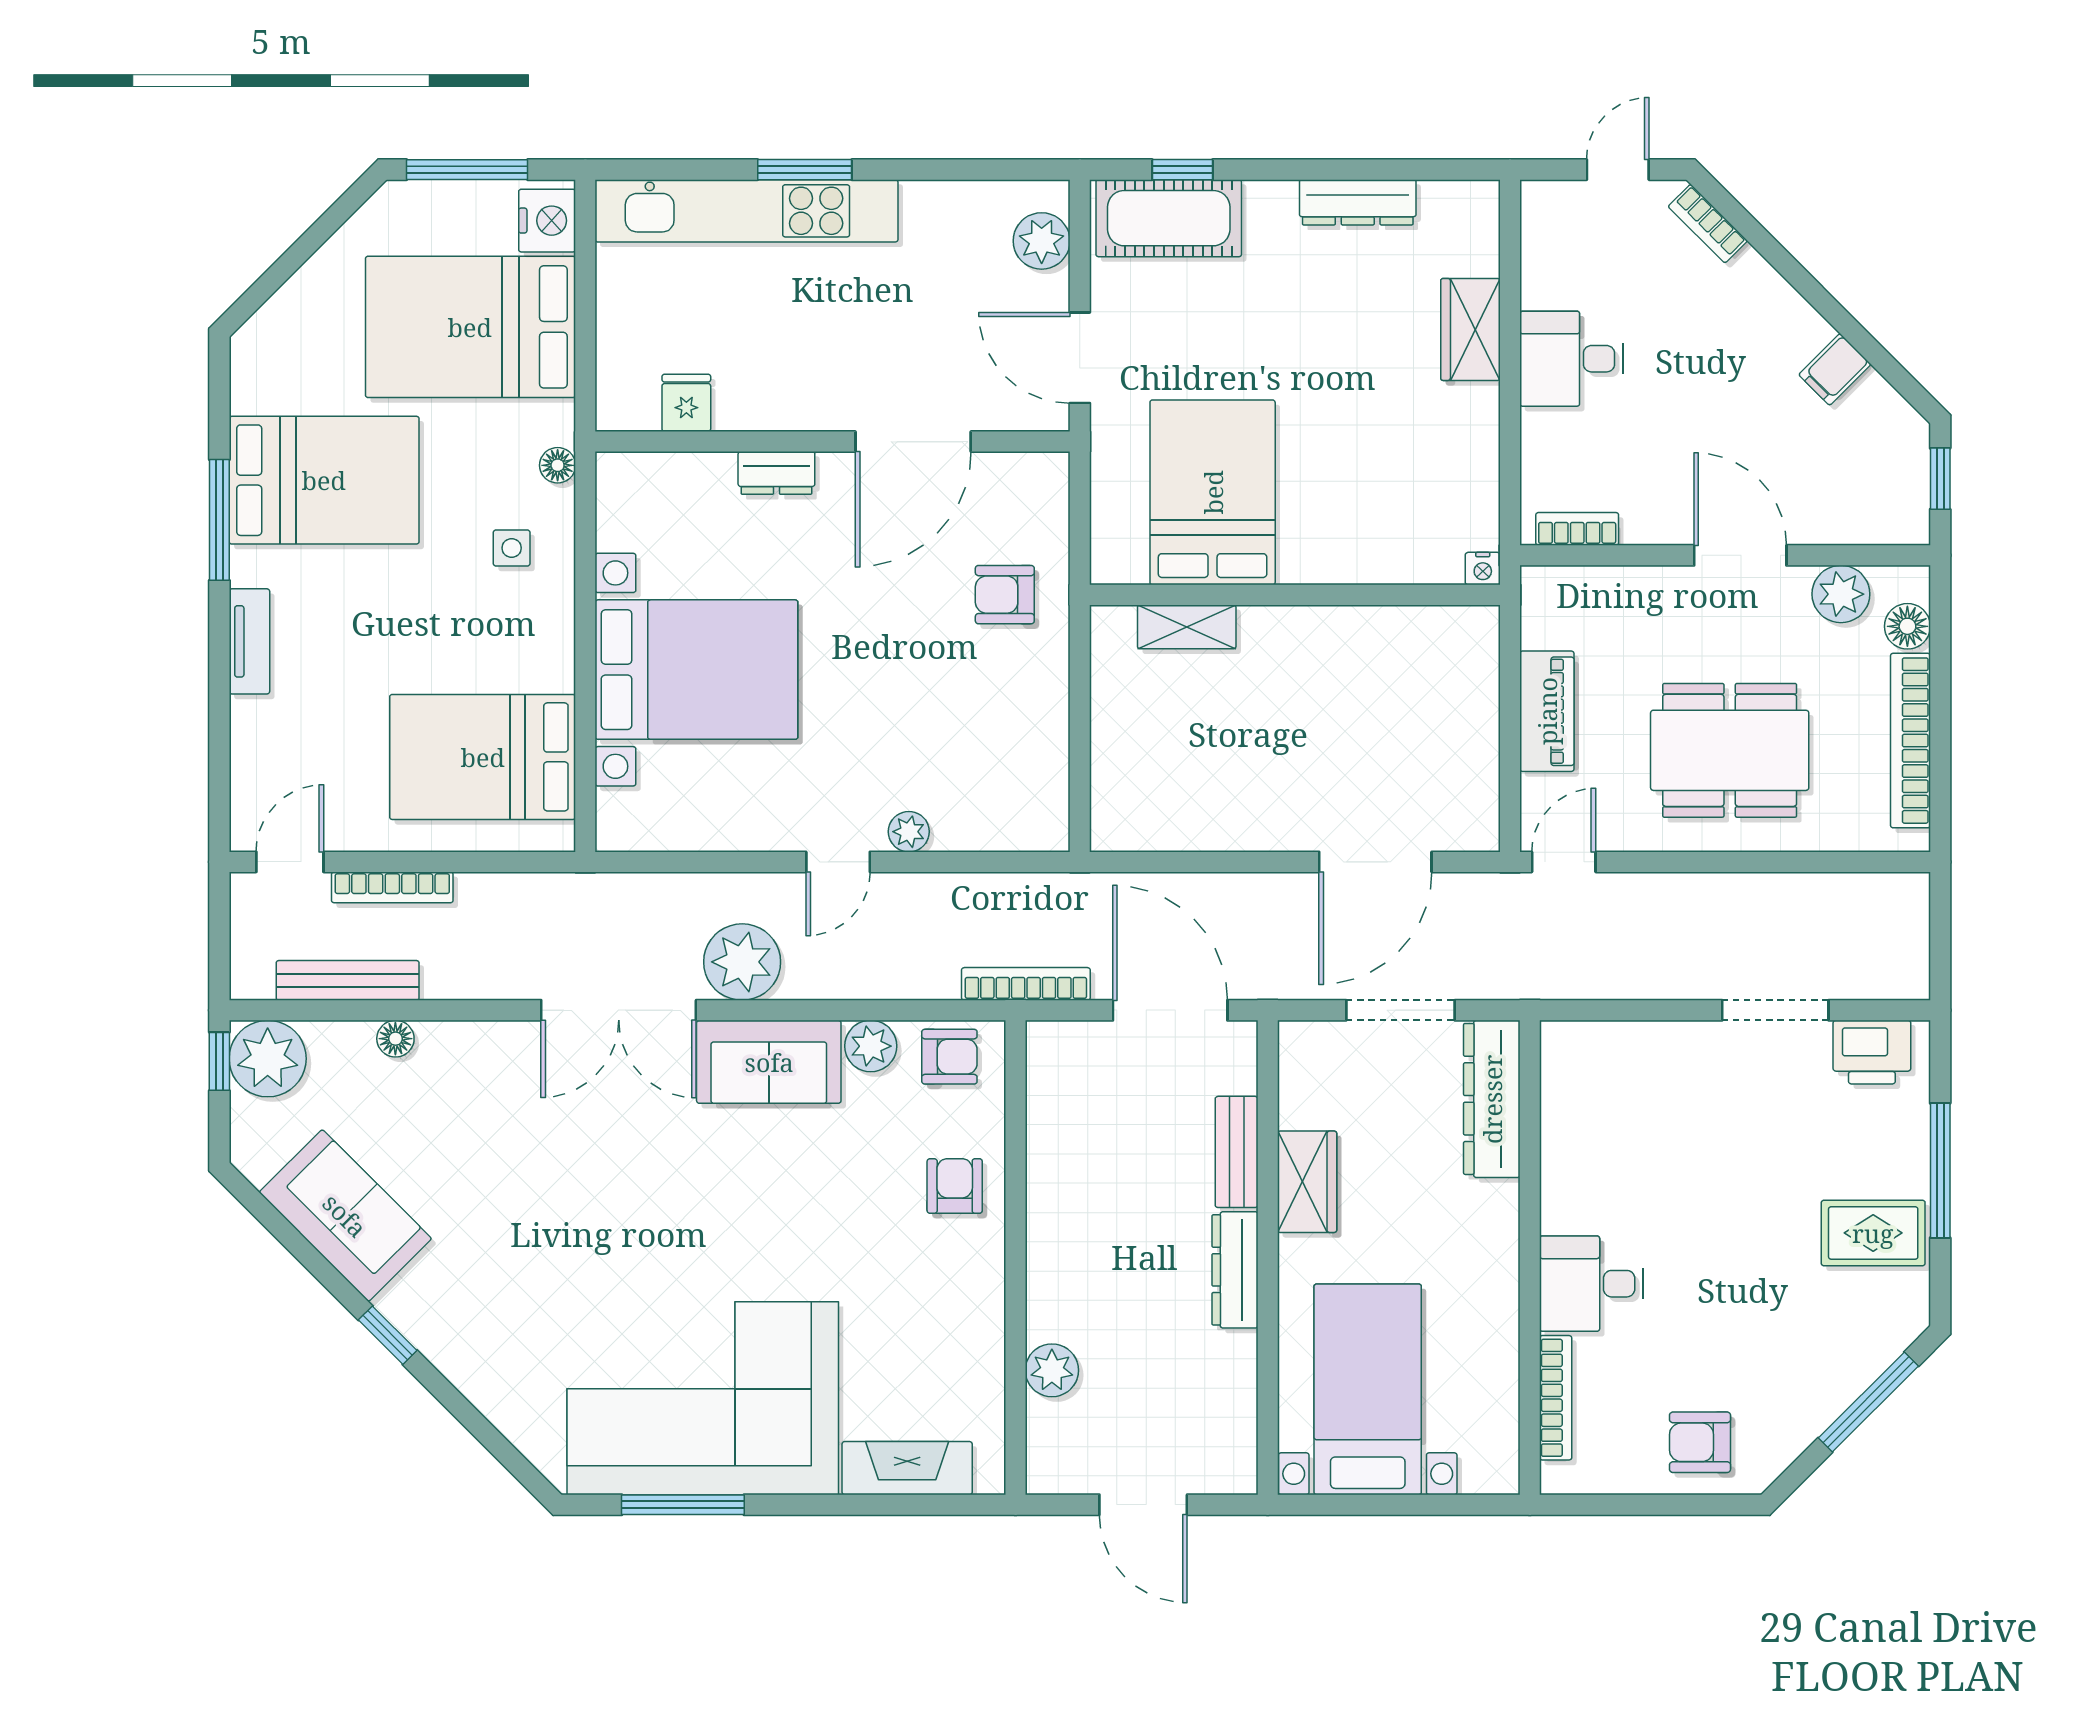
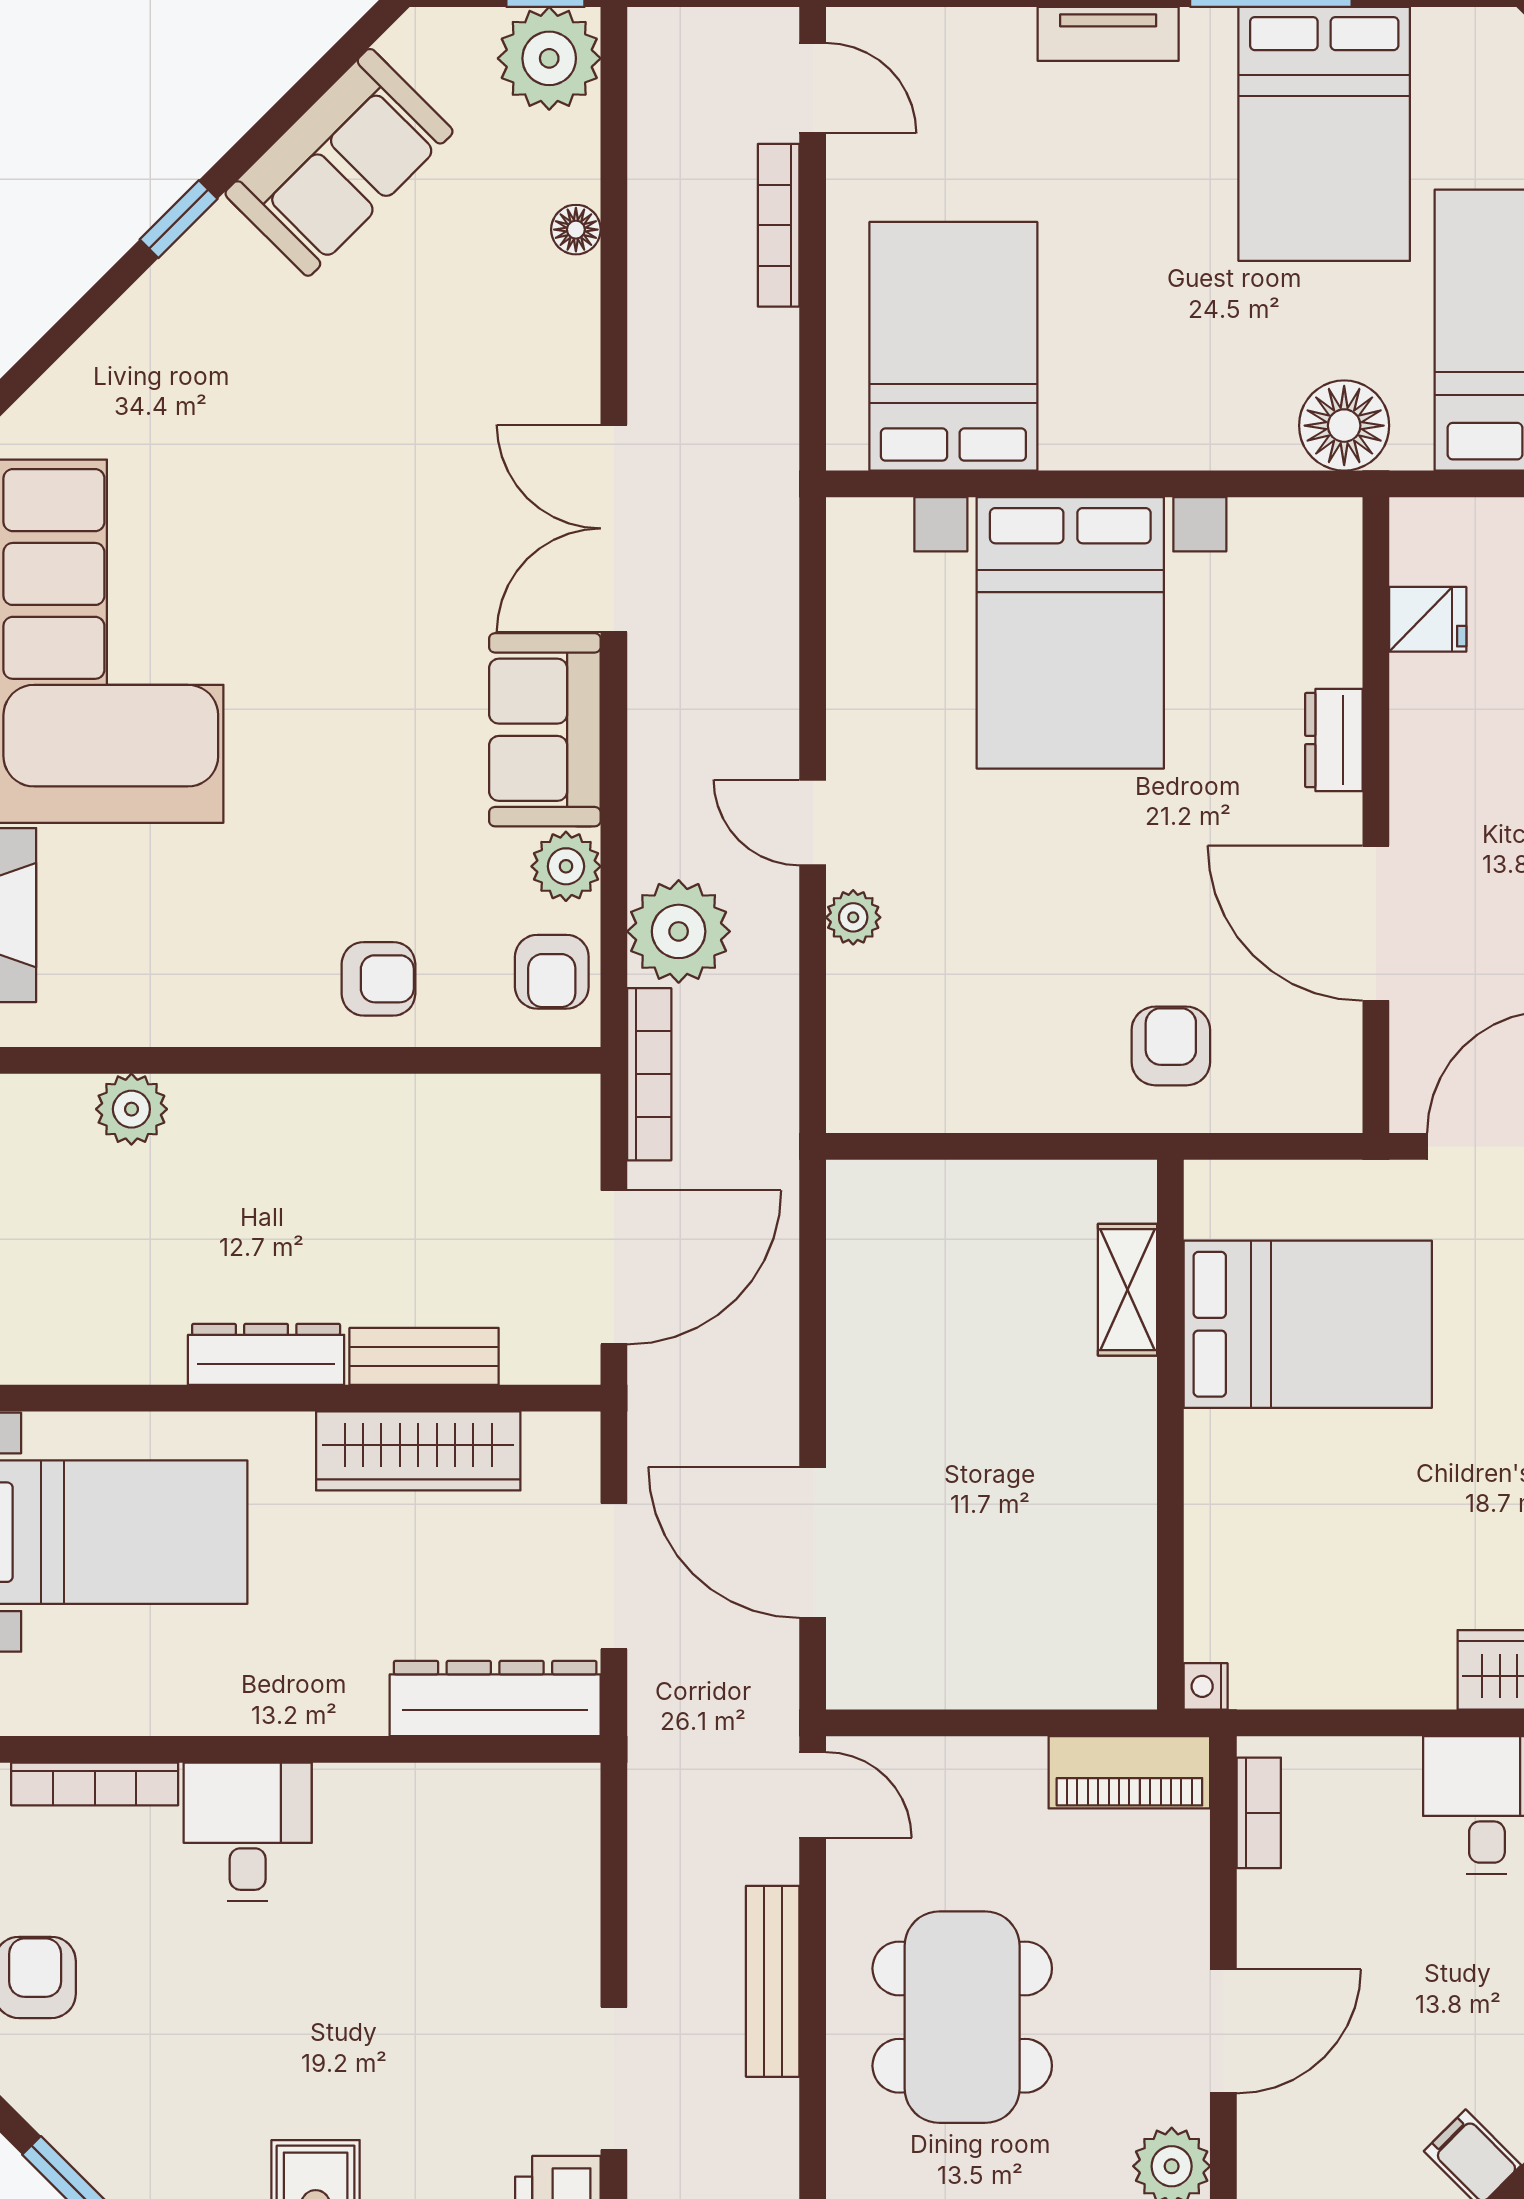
floor lamp: (558, 465) -> (1344, 426), width x1.89, depth x1.89
side table: (512, 548) -> (1233, 385), removed
piano: (1547, 711) -> (1129, 1772), moved
plant: (742, 962) -> (679, 931), moved
bench: (348, 980) -> (773, 1981), moved
wardrobe: (1307, 1182) -> (418, 1451), width x1.50

